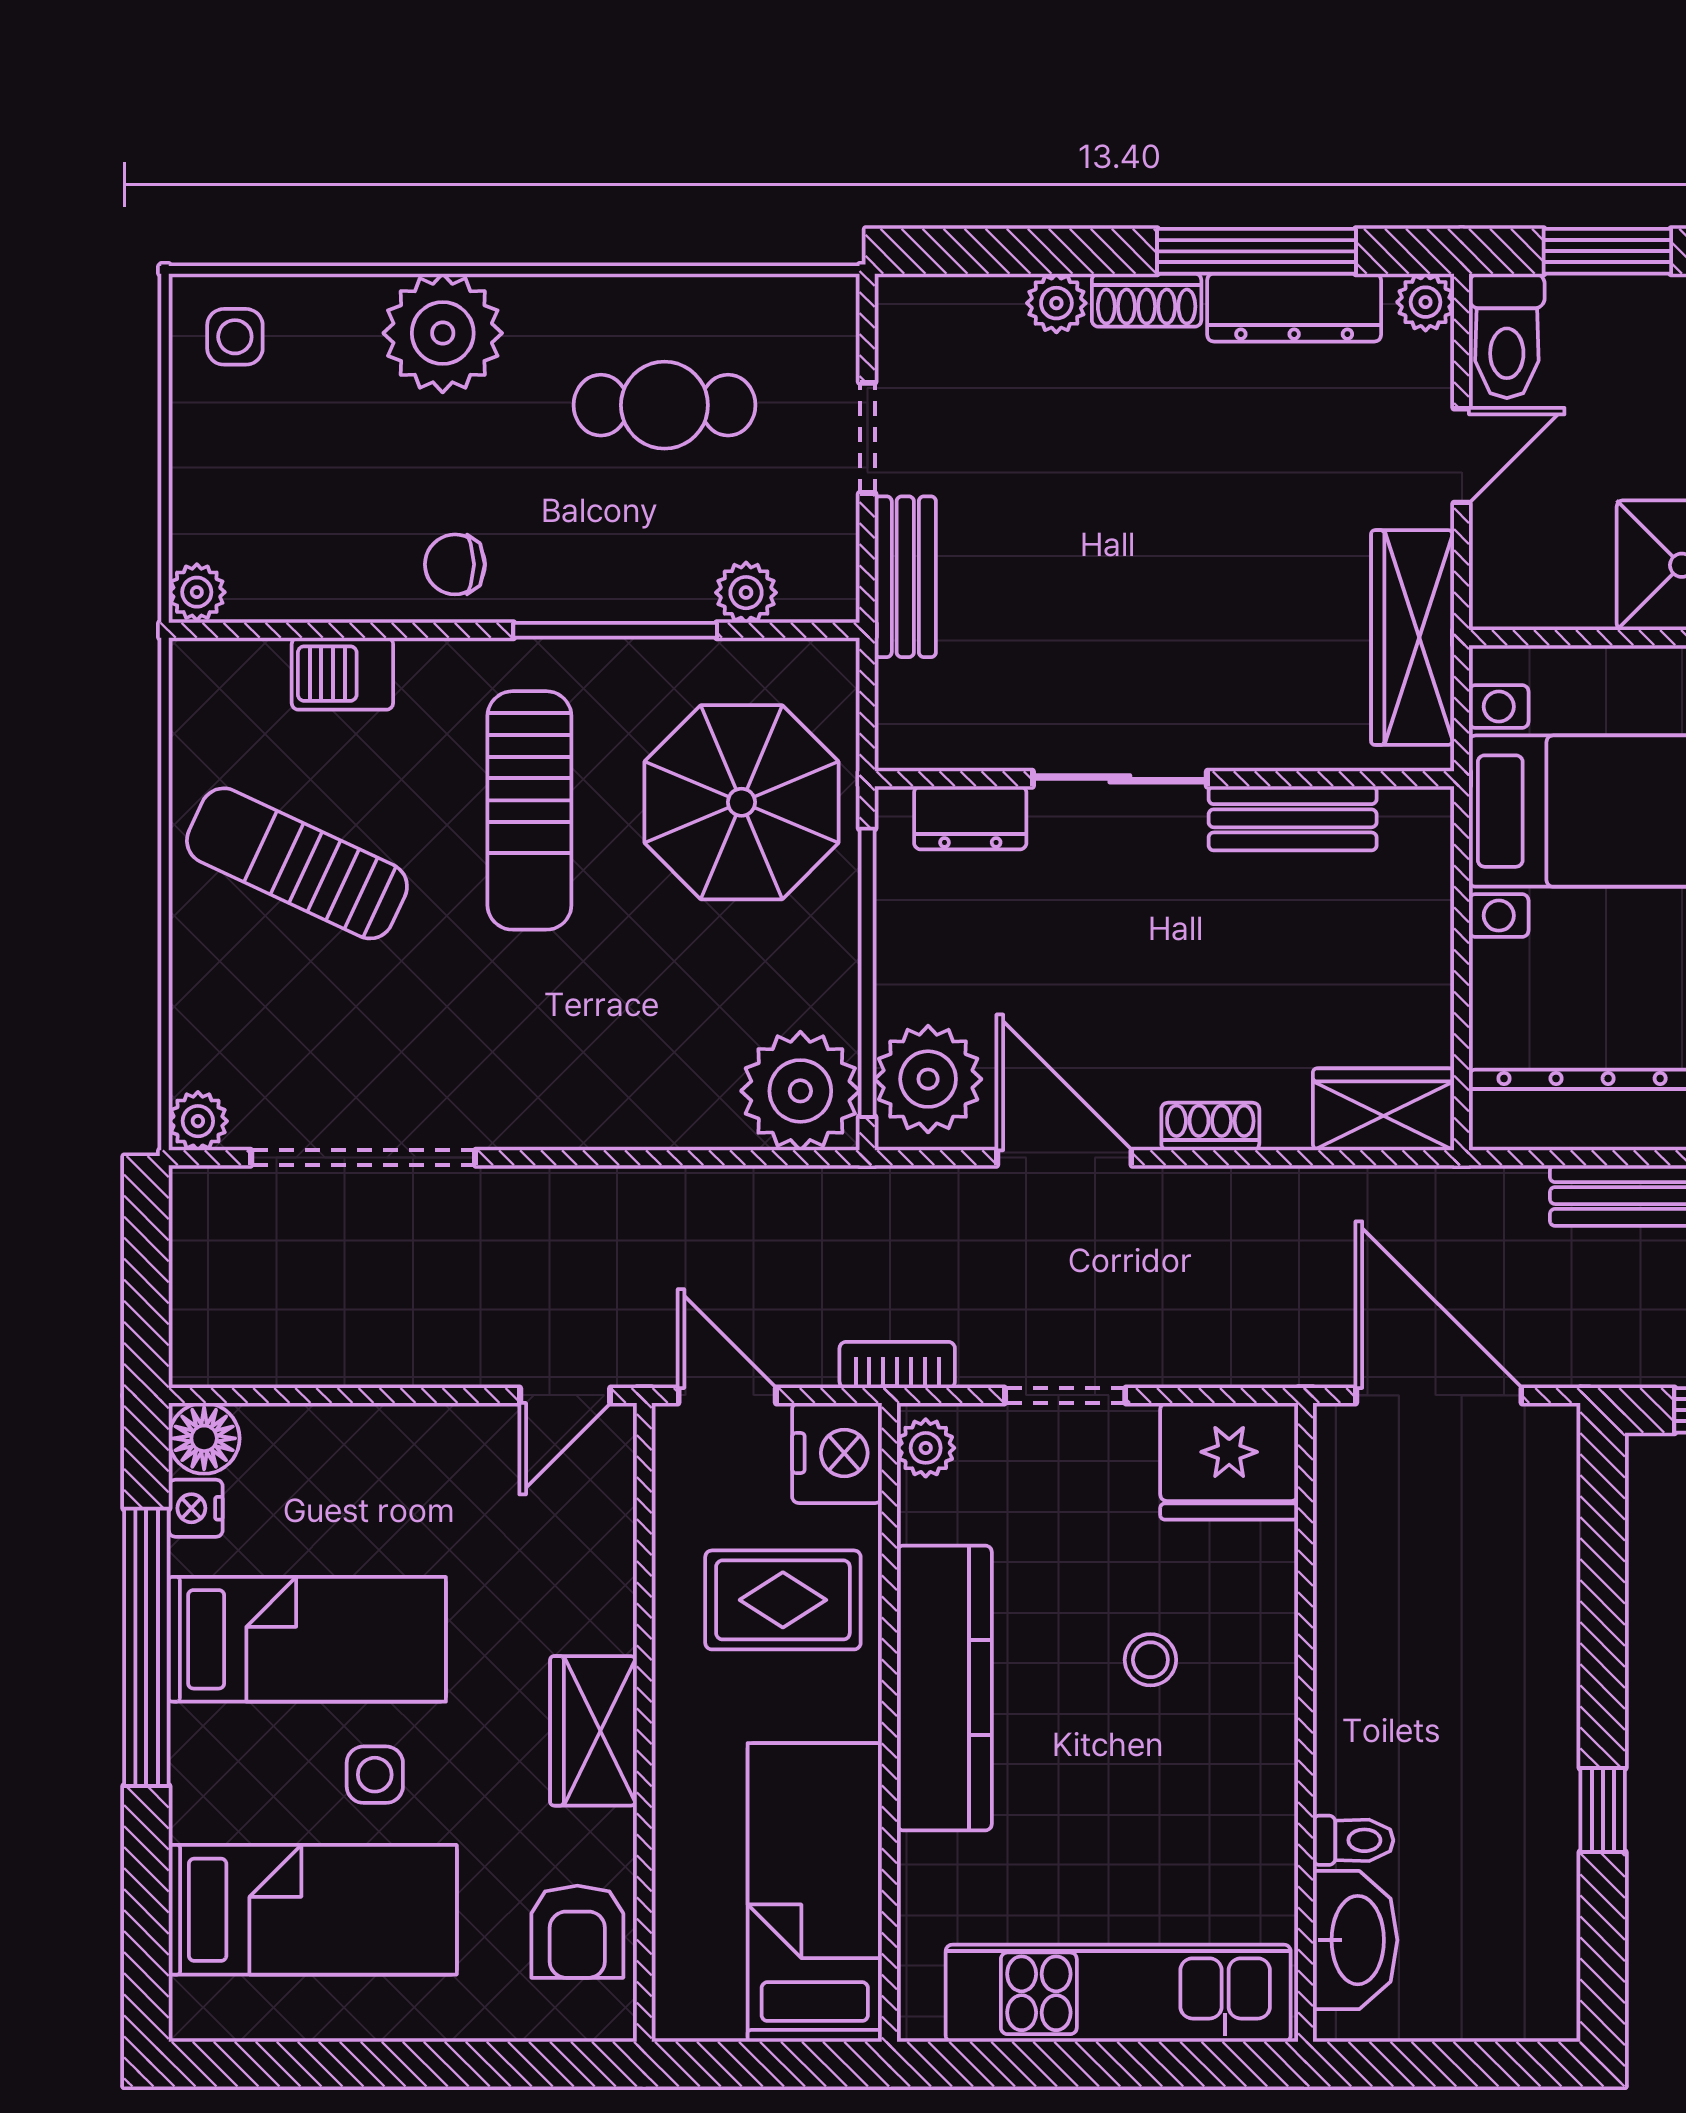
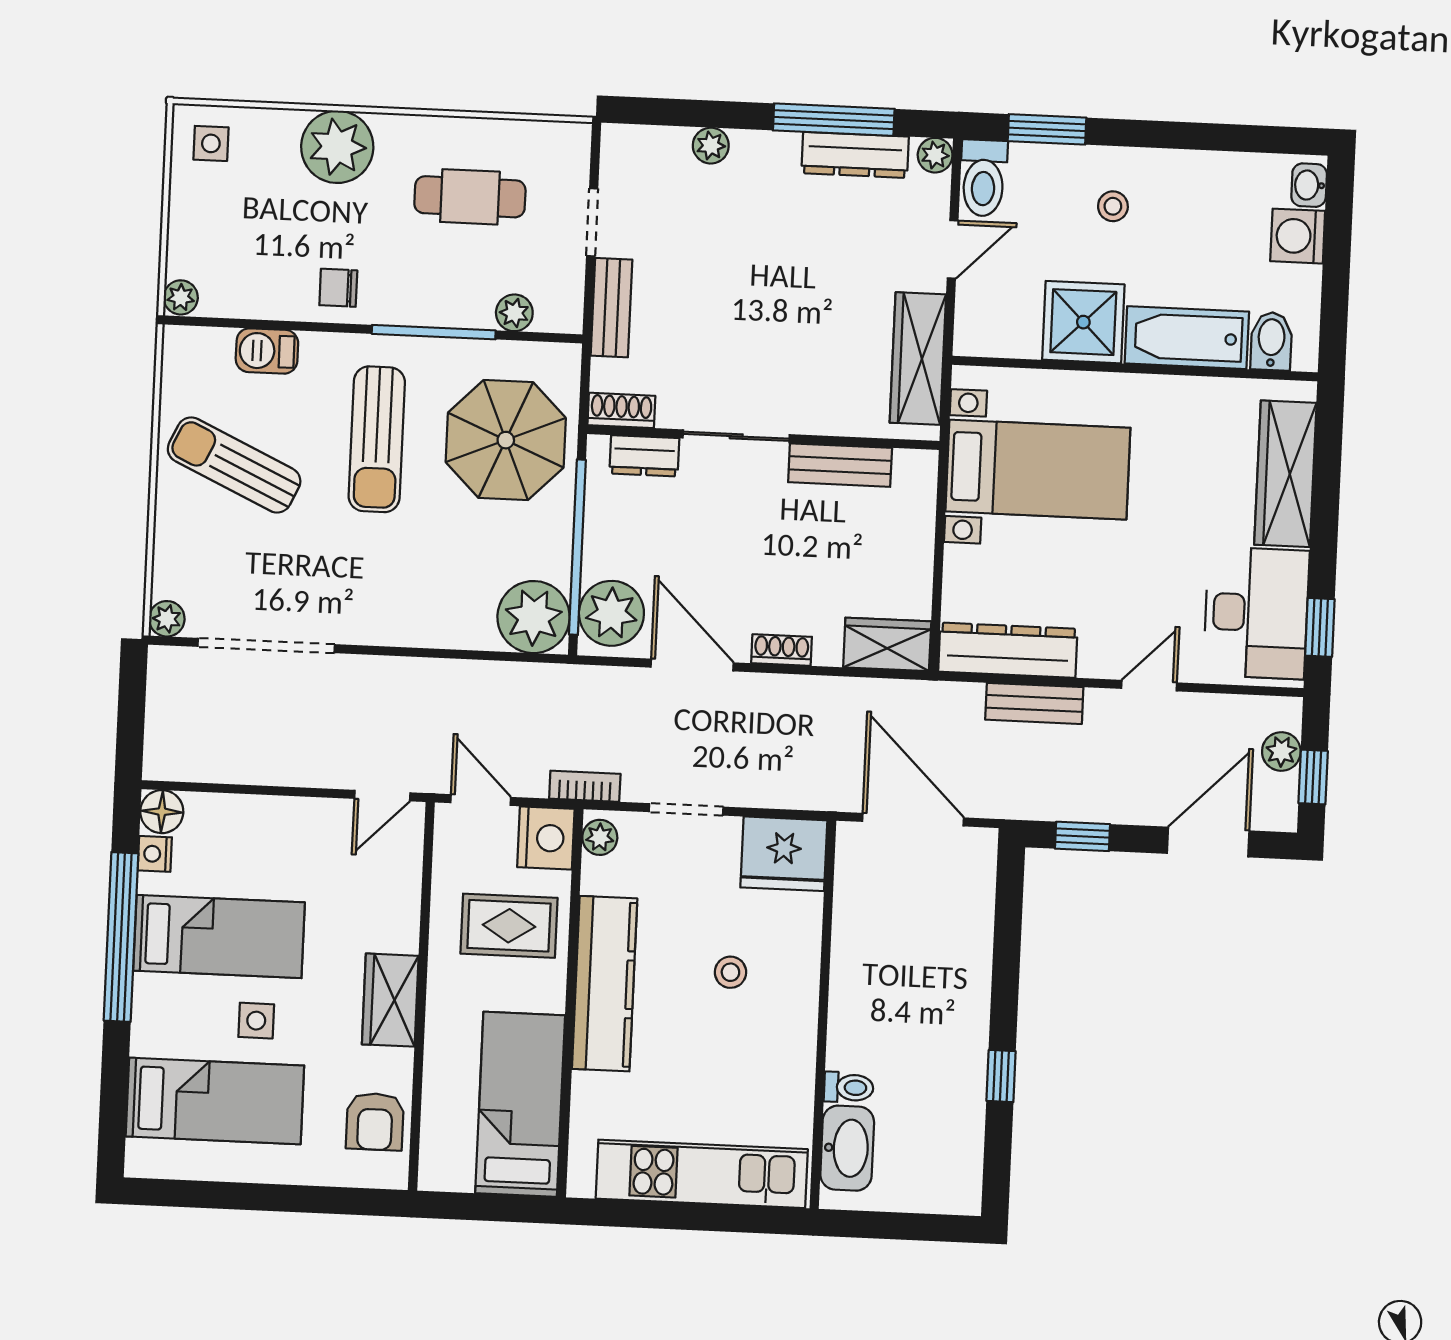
shoe rack: (1147, 300) -> (621, 410), moved, turned 180

